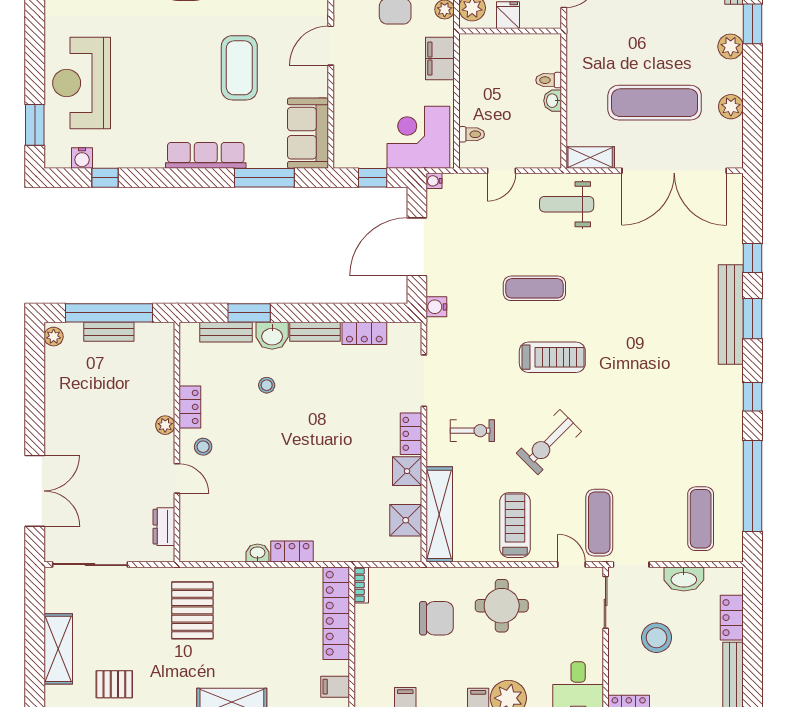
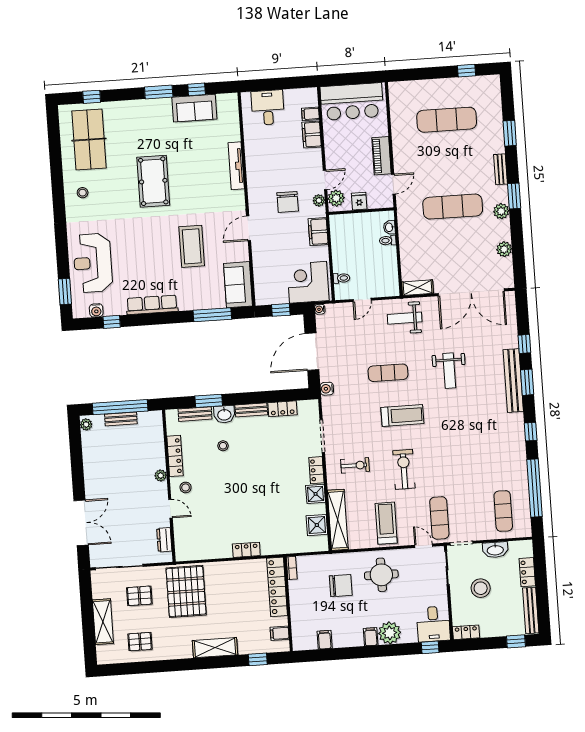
washbasin: (553, 101) -> (389, 227), moved
exercise mat: (655, 103) -> (453, 207), moved
row of seats: (206, 155) -> (152, 305), moved
weight bench: (631, 292) -> (449, 371), added
locker: (190, 407) -> (175, 456), width x1.53
exercise bike: (549, 442) -> (404, 469), turned 135
washbasin: (258, 553) -> (225, 552), removed
pallet: (192, 610) -> (186, 591), width x1.37, depth x1.41
pallet: (118, 612) -> (139, 596), added

